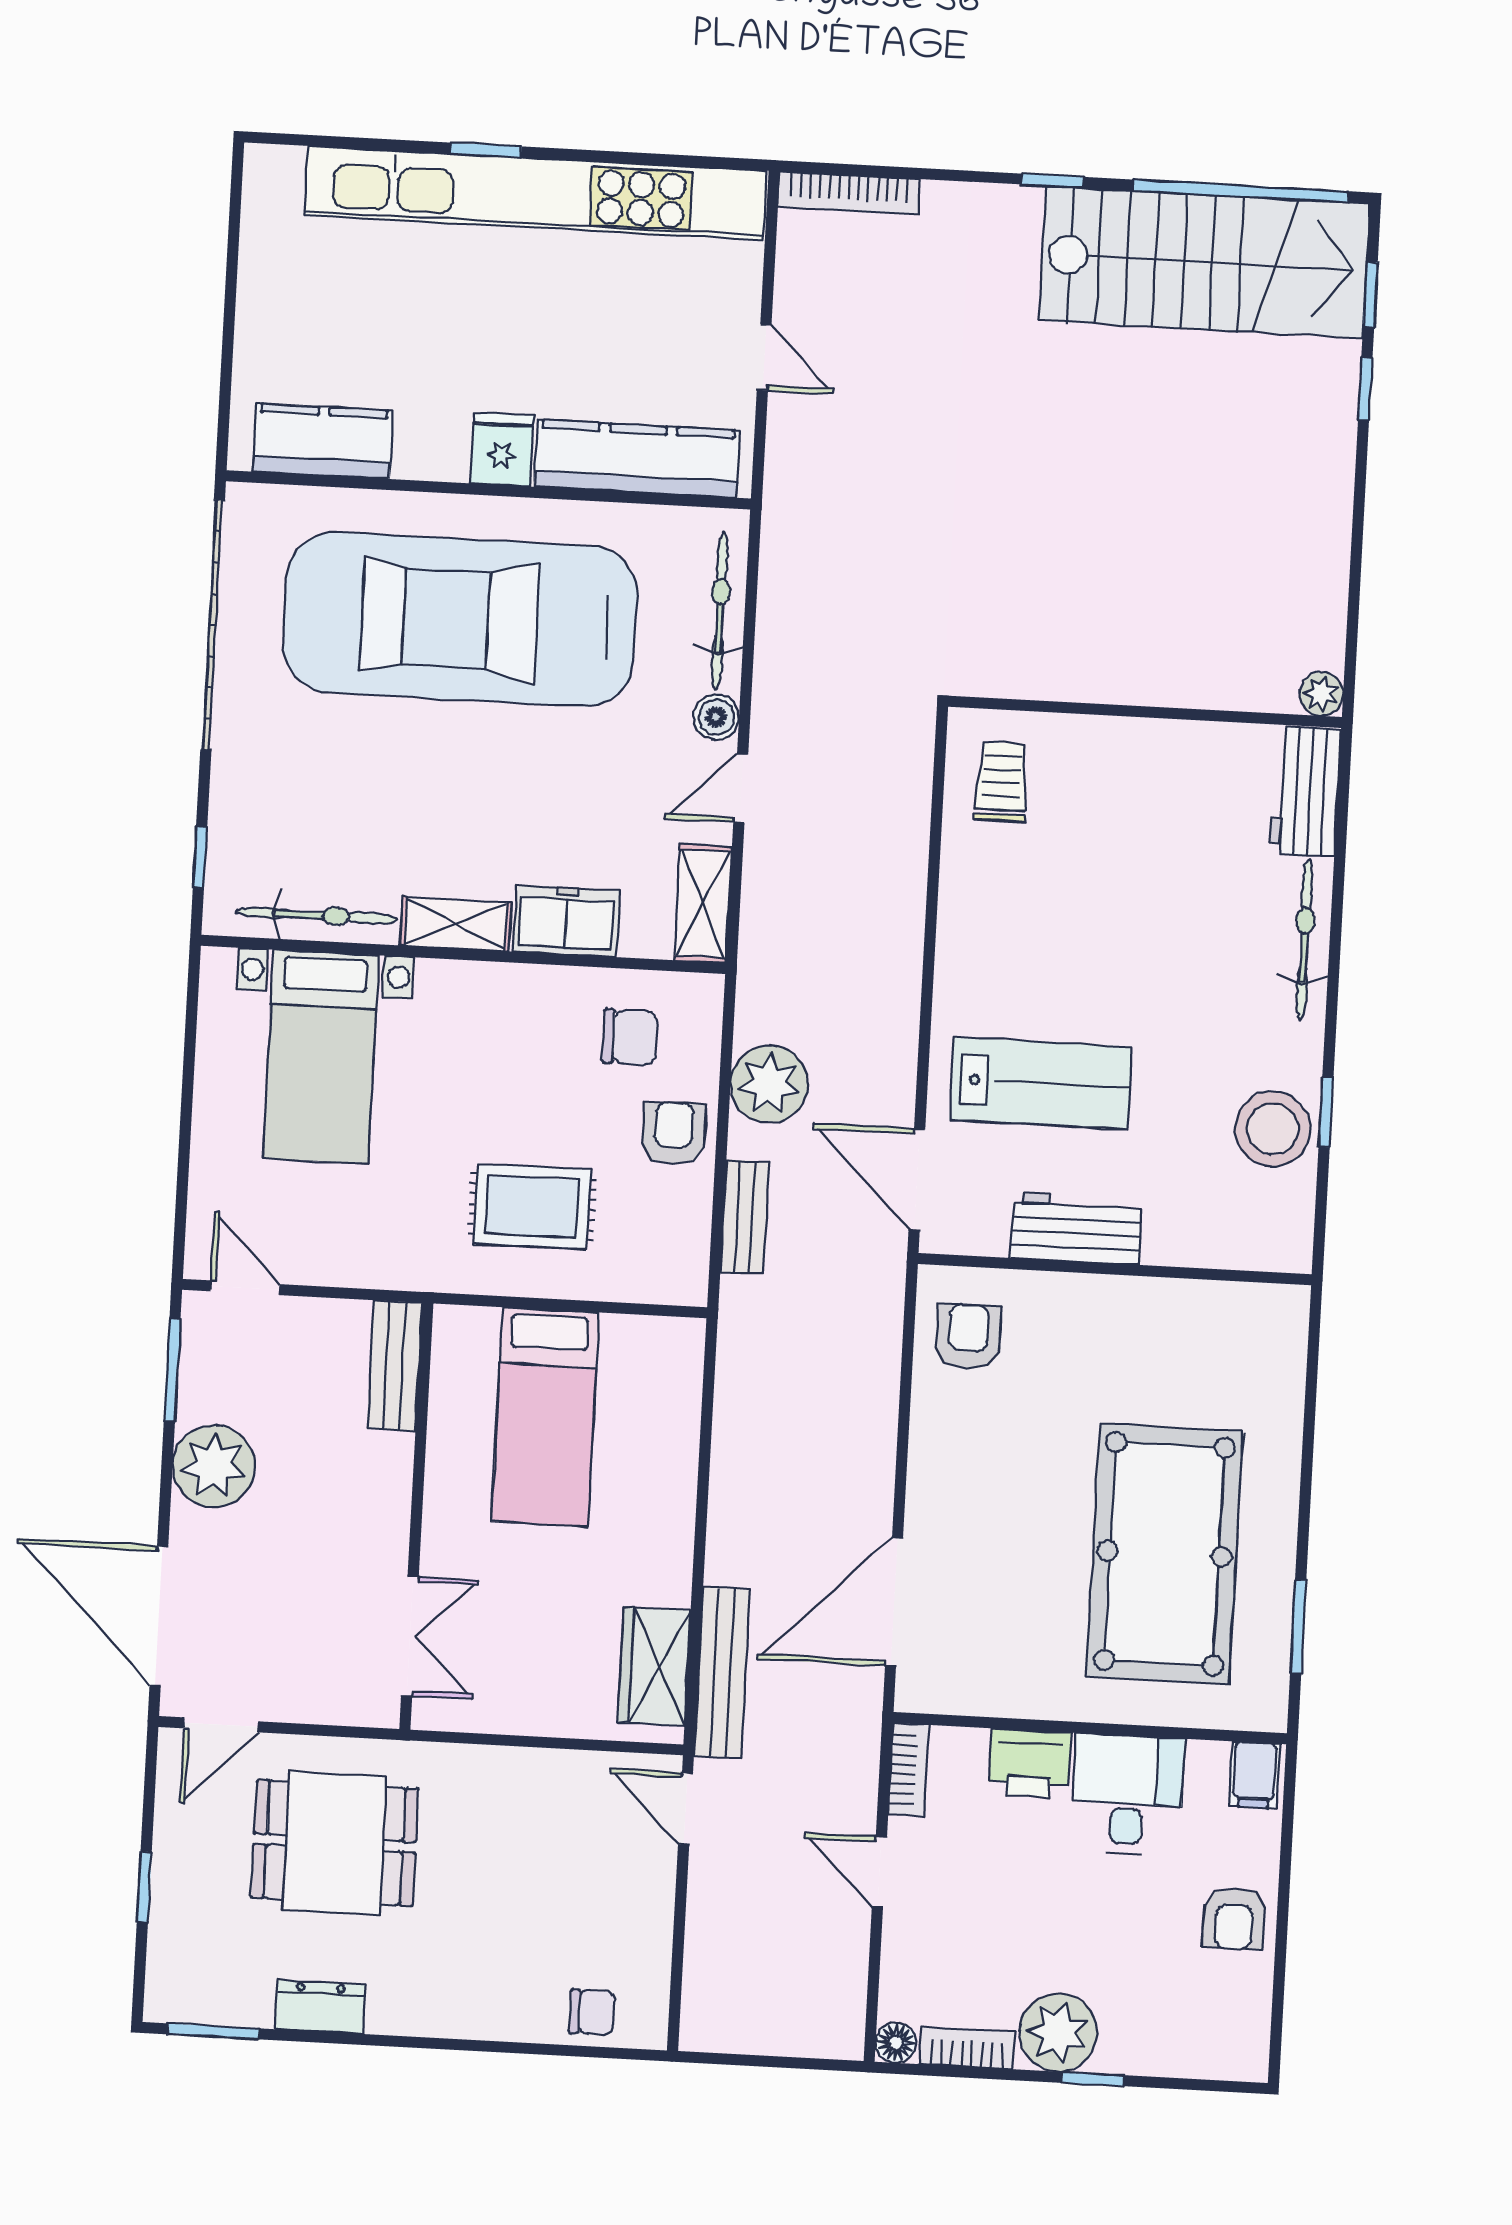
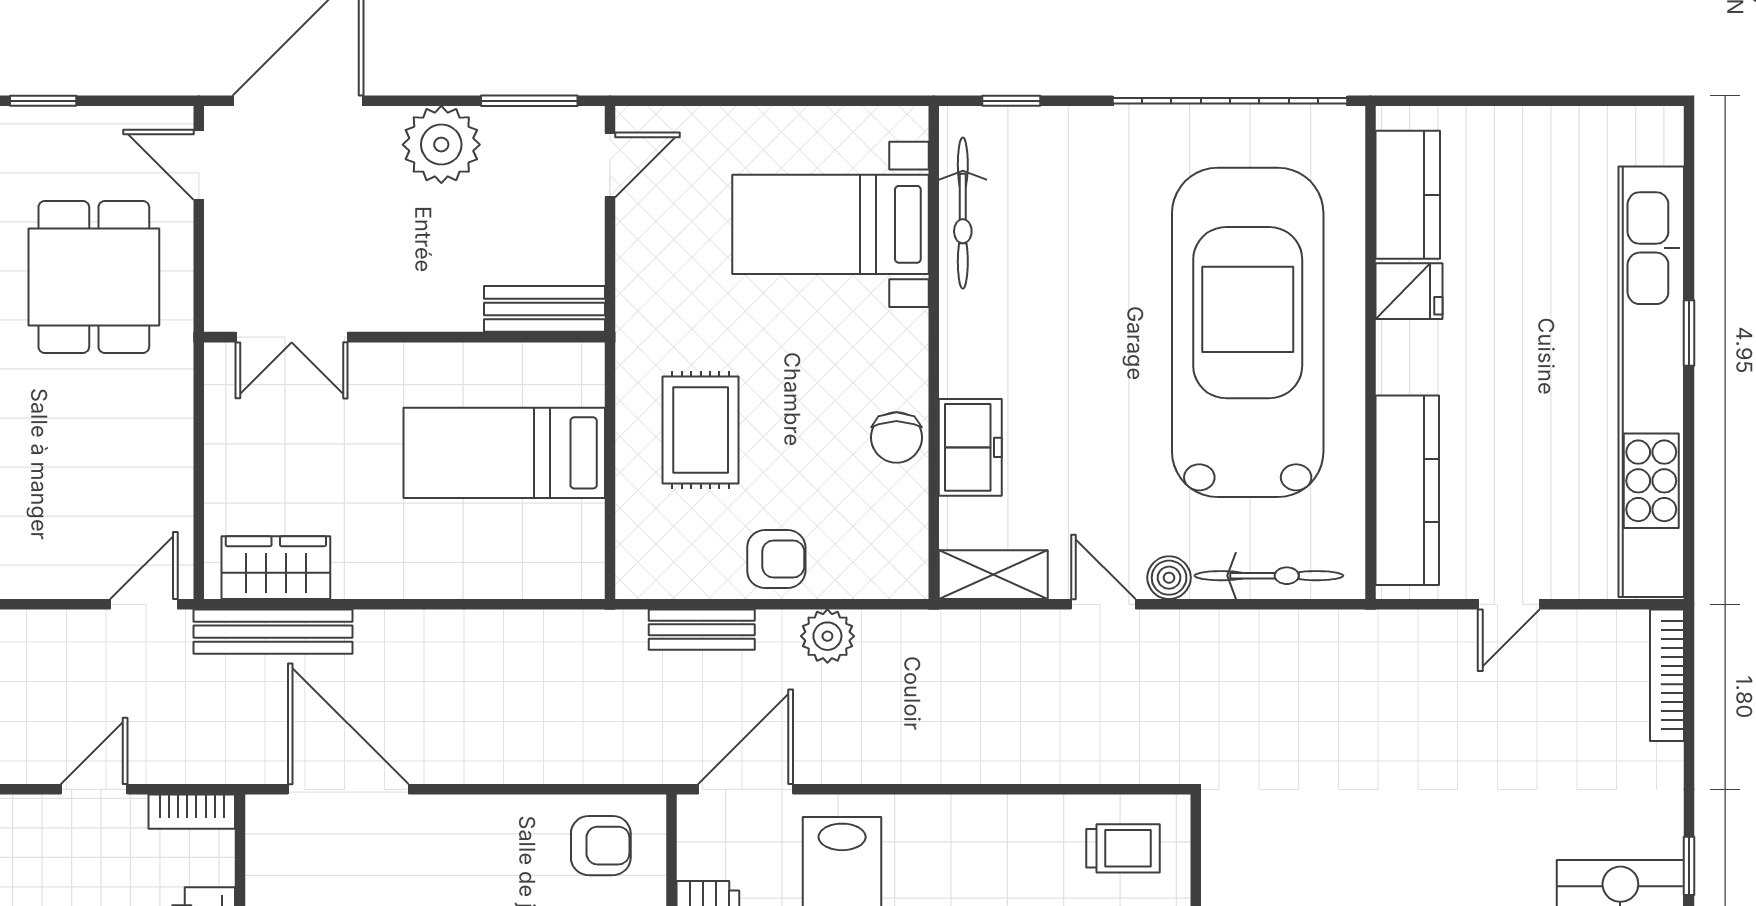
fridge: (502, 449) -> (1409, 291), moved
shelving: (456, 924) -> (962, 344), removed
chair: (630, 1037) -> (896, 437), moved
plant: (769, 1084) -> (827, 636), width x0.73, depth x0.73

